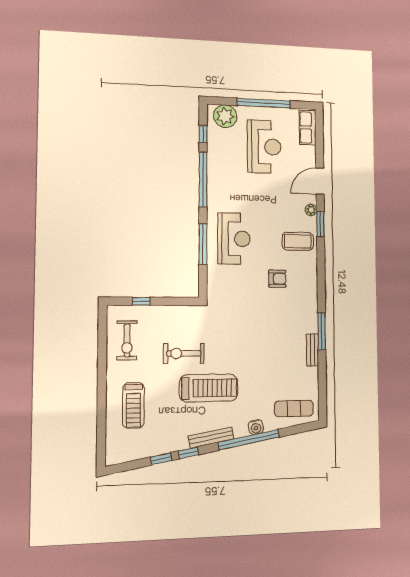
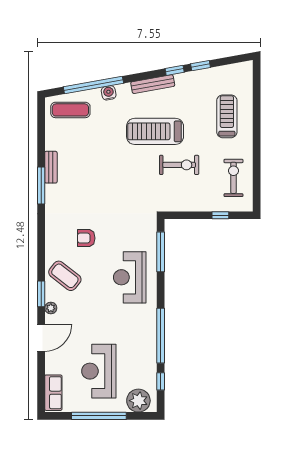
coffee table: (298, 241) -> (65, 276), turned 38
window: (203, 244) -> (161, 252), moved
window: (249, 440) -> (93, 85), moved

